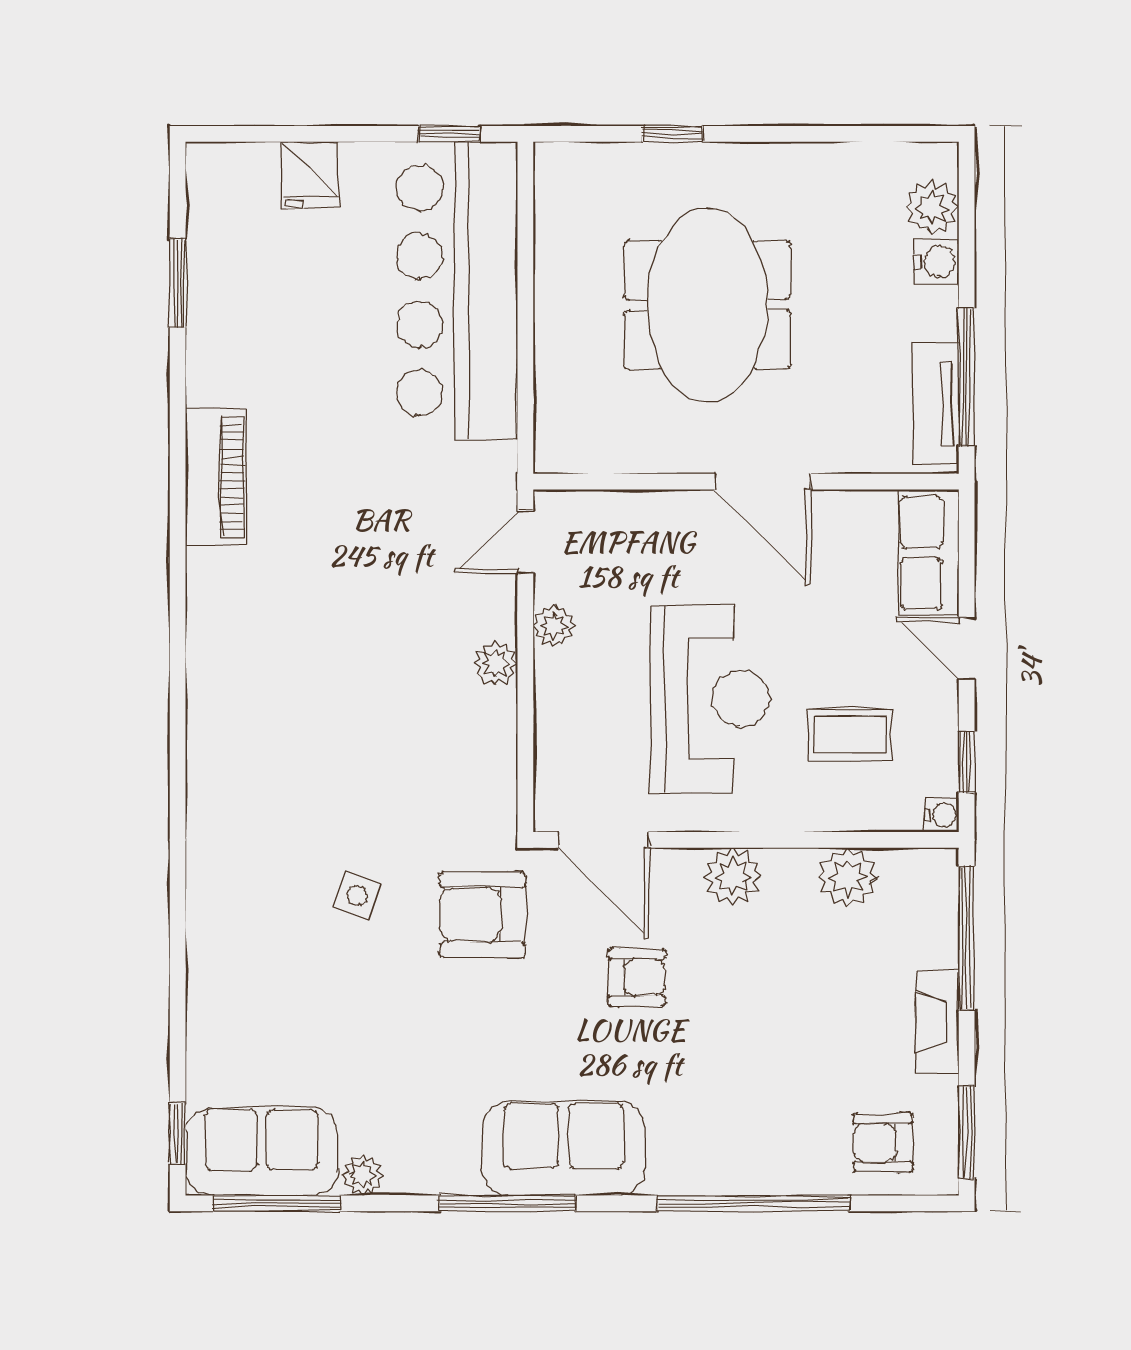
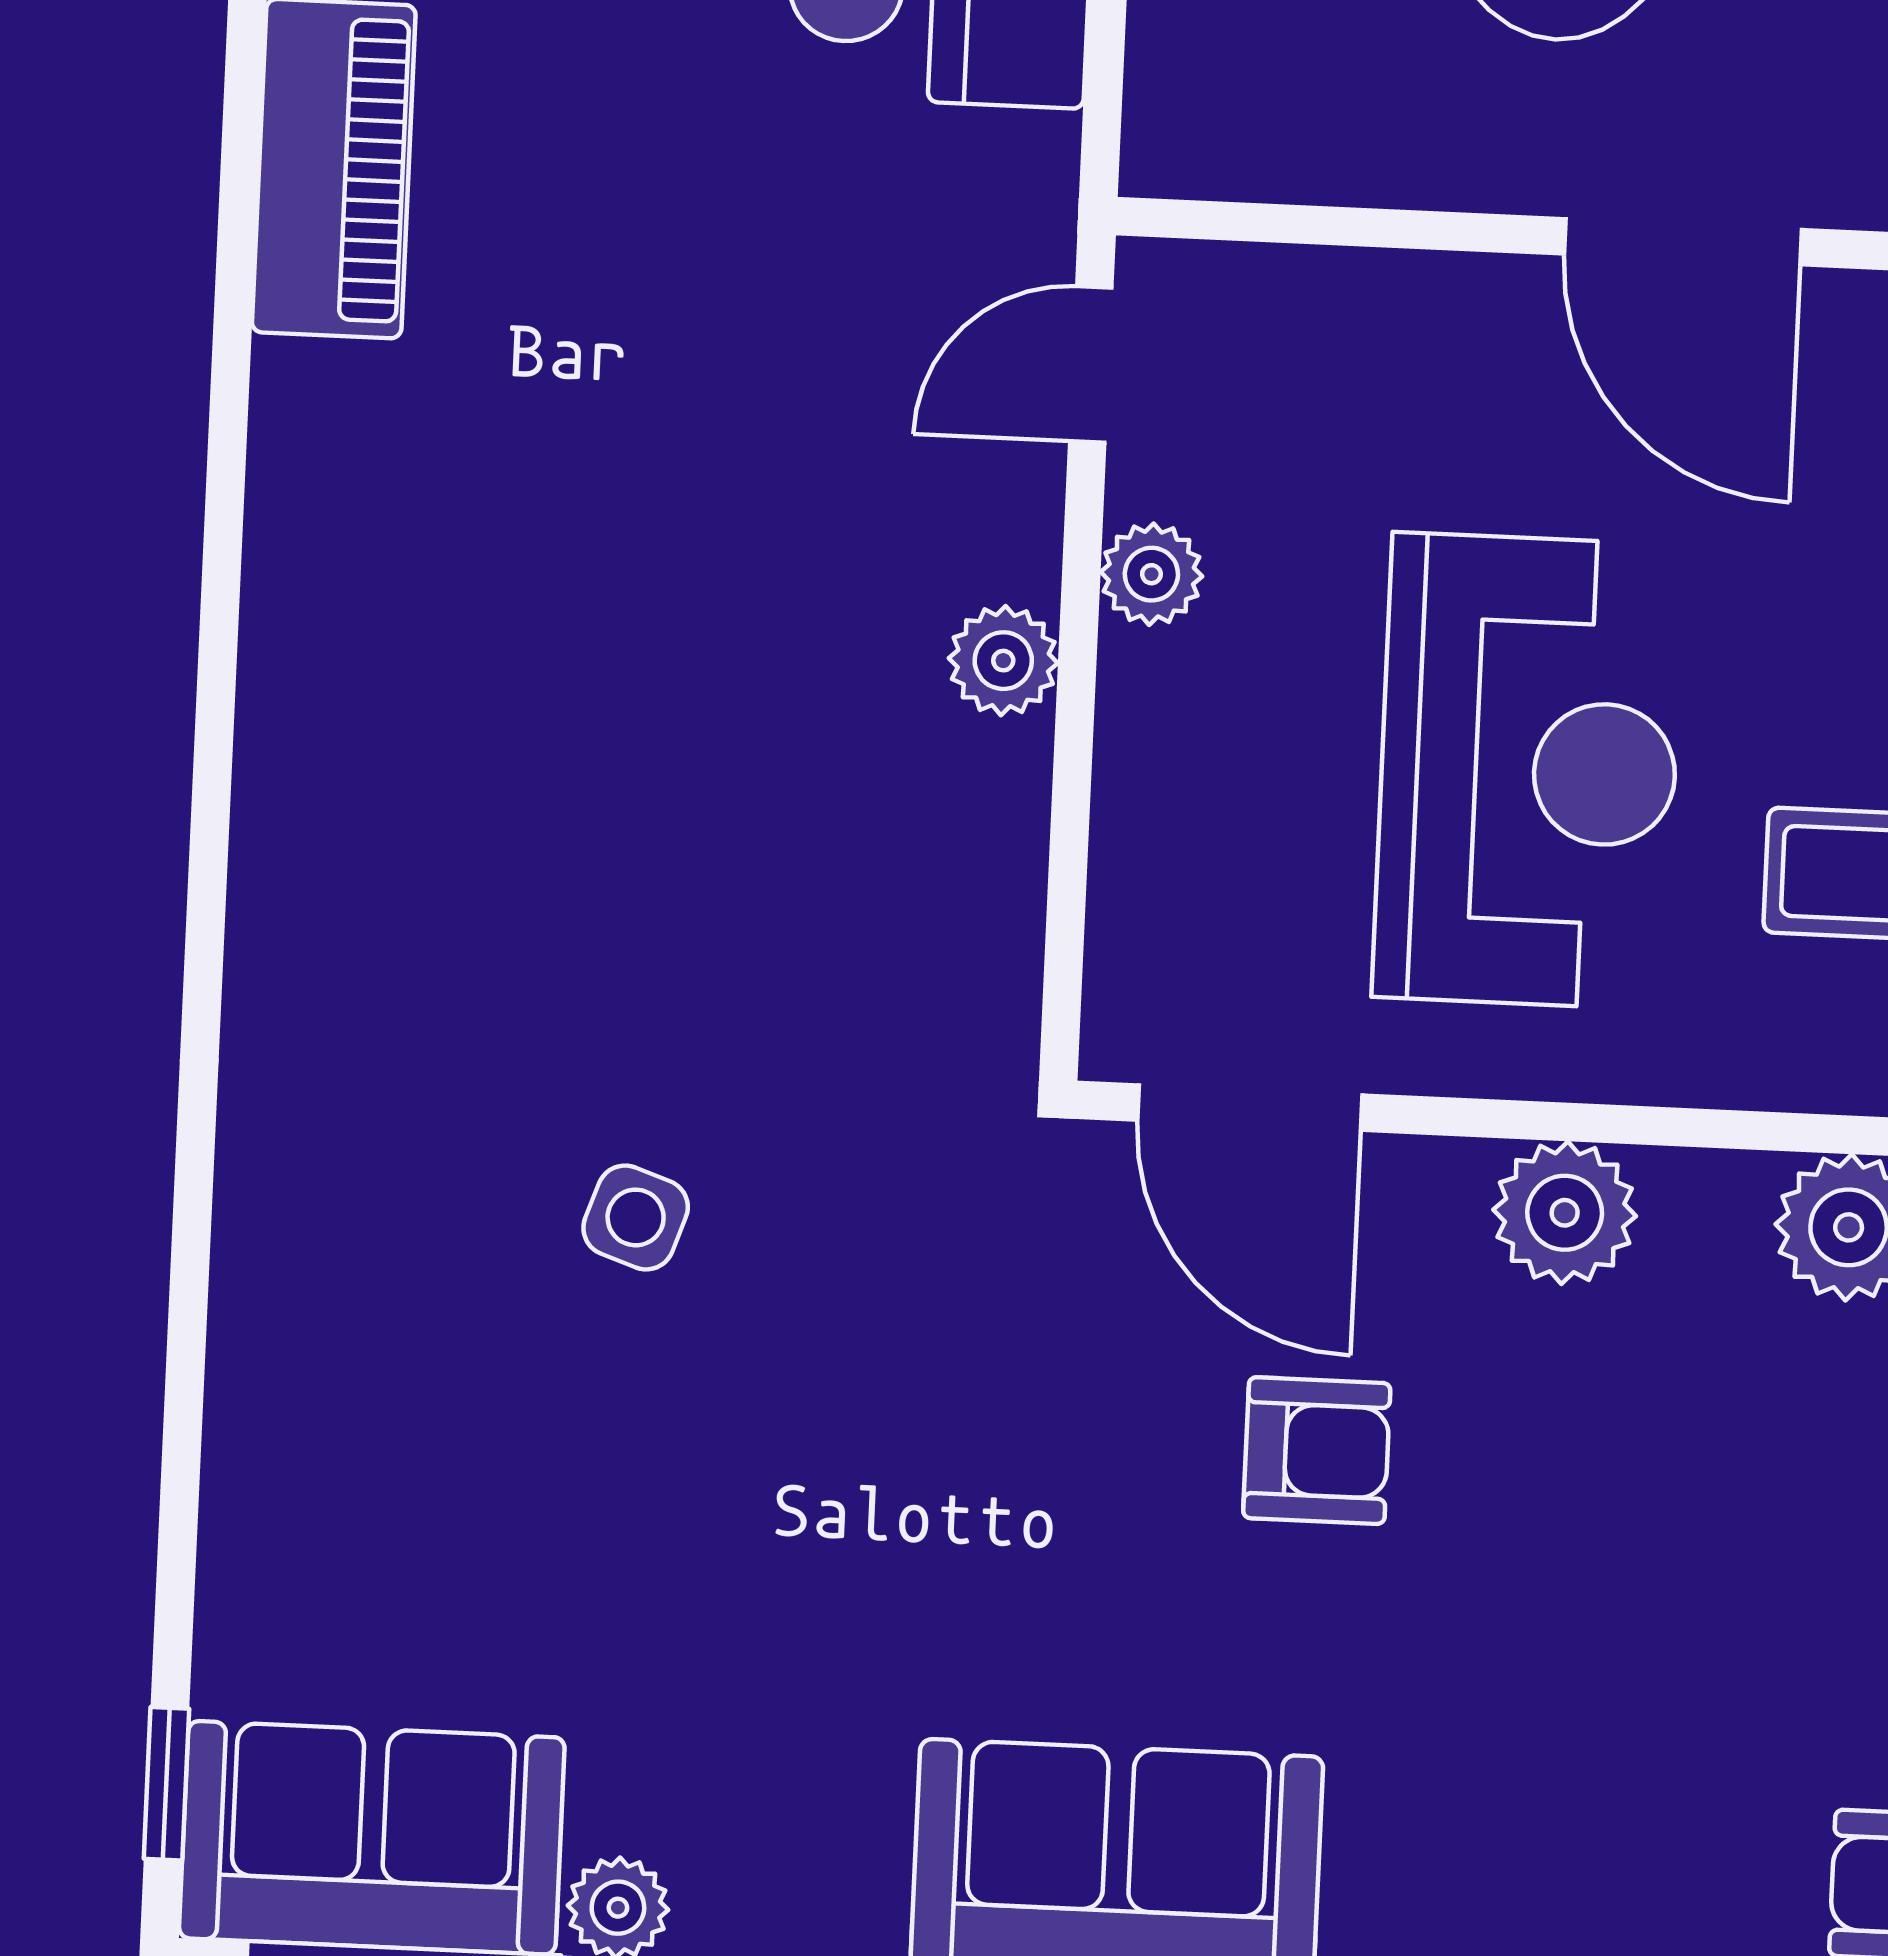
armchair: (482, 915) -> (943, 1278), removed

